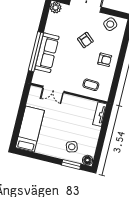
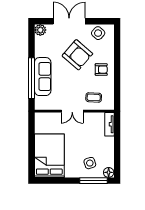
armchair: (85, 40) -> (77, 55), width x1.88, depth x1.88
double door: (53, 89) -> (72, 111), moved
bed: (30, 129) -> (49, 156), width x1.50
window: (71, 164) -> (94, 181), width x1.44

